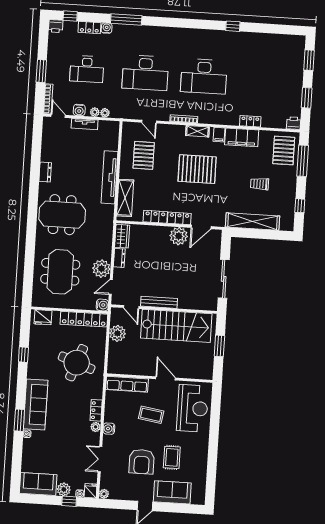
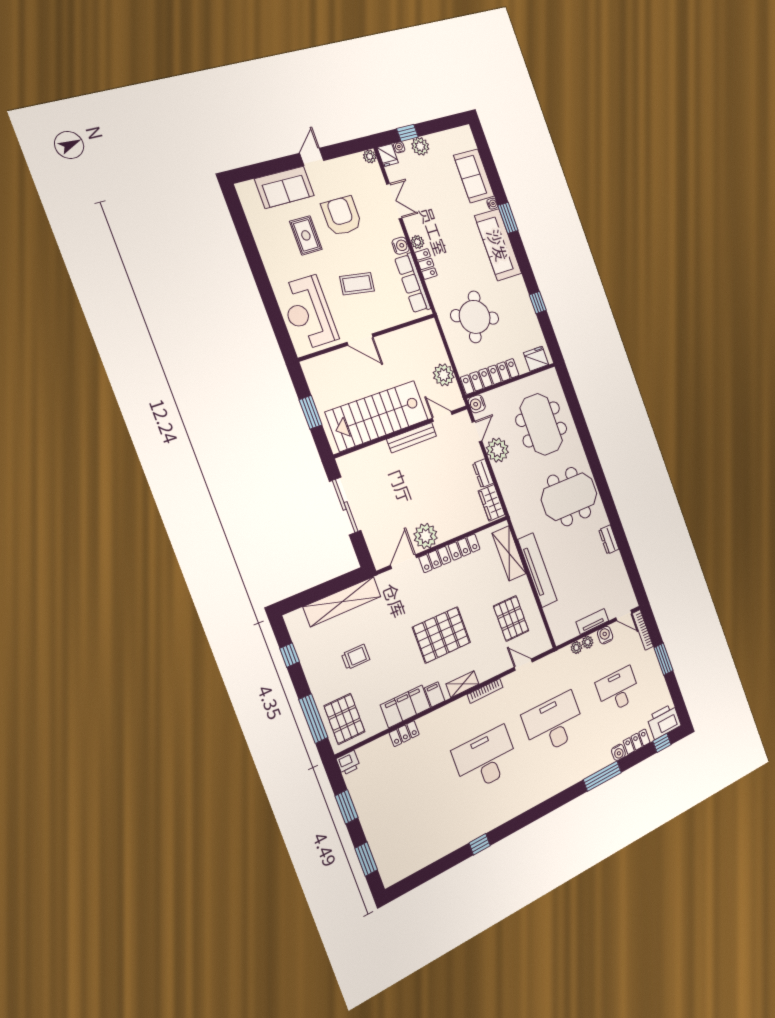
printer: (56, 26) -> (664, 721), width x1.87, depth x1.48
row of seats: (127, 384) -> (413, 283), moved, turned -90
sofa: (38, 484) -> (474, 176), moved, turned 90

